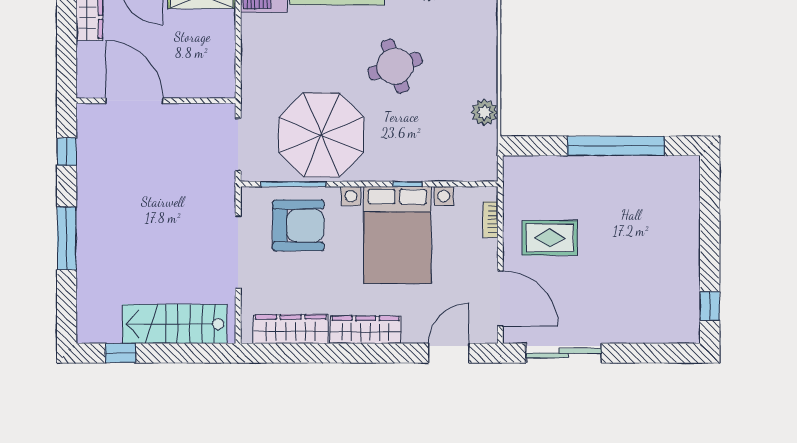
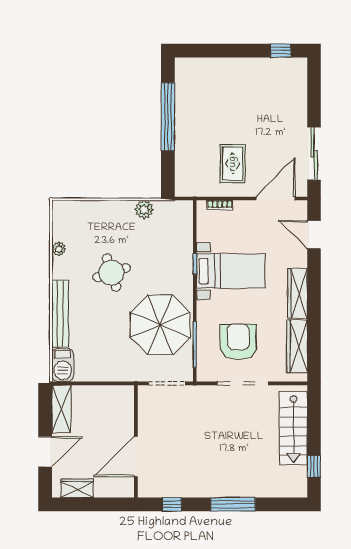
armchair: (298, 225) -> (238, 342), moved
bed with nightstands: (397, 235) -> (231, 271), width x0.73

